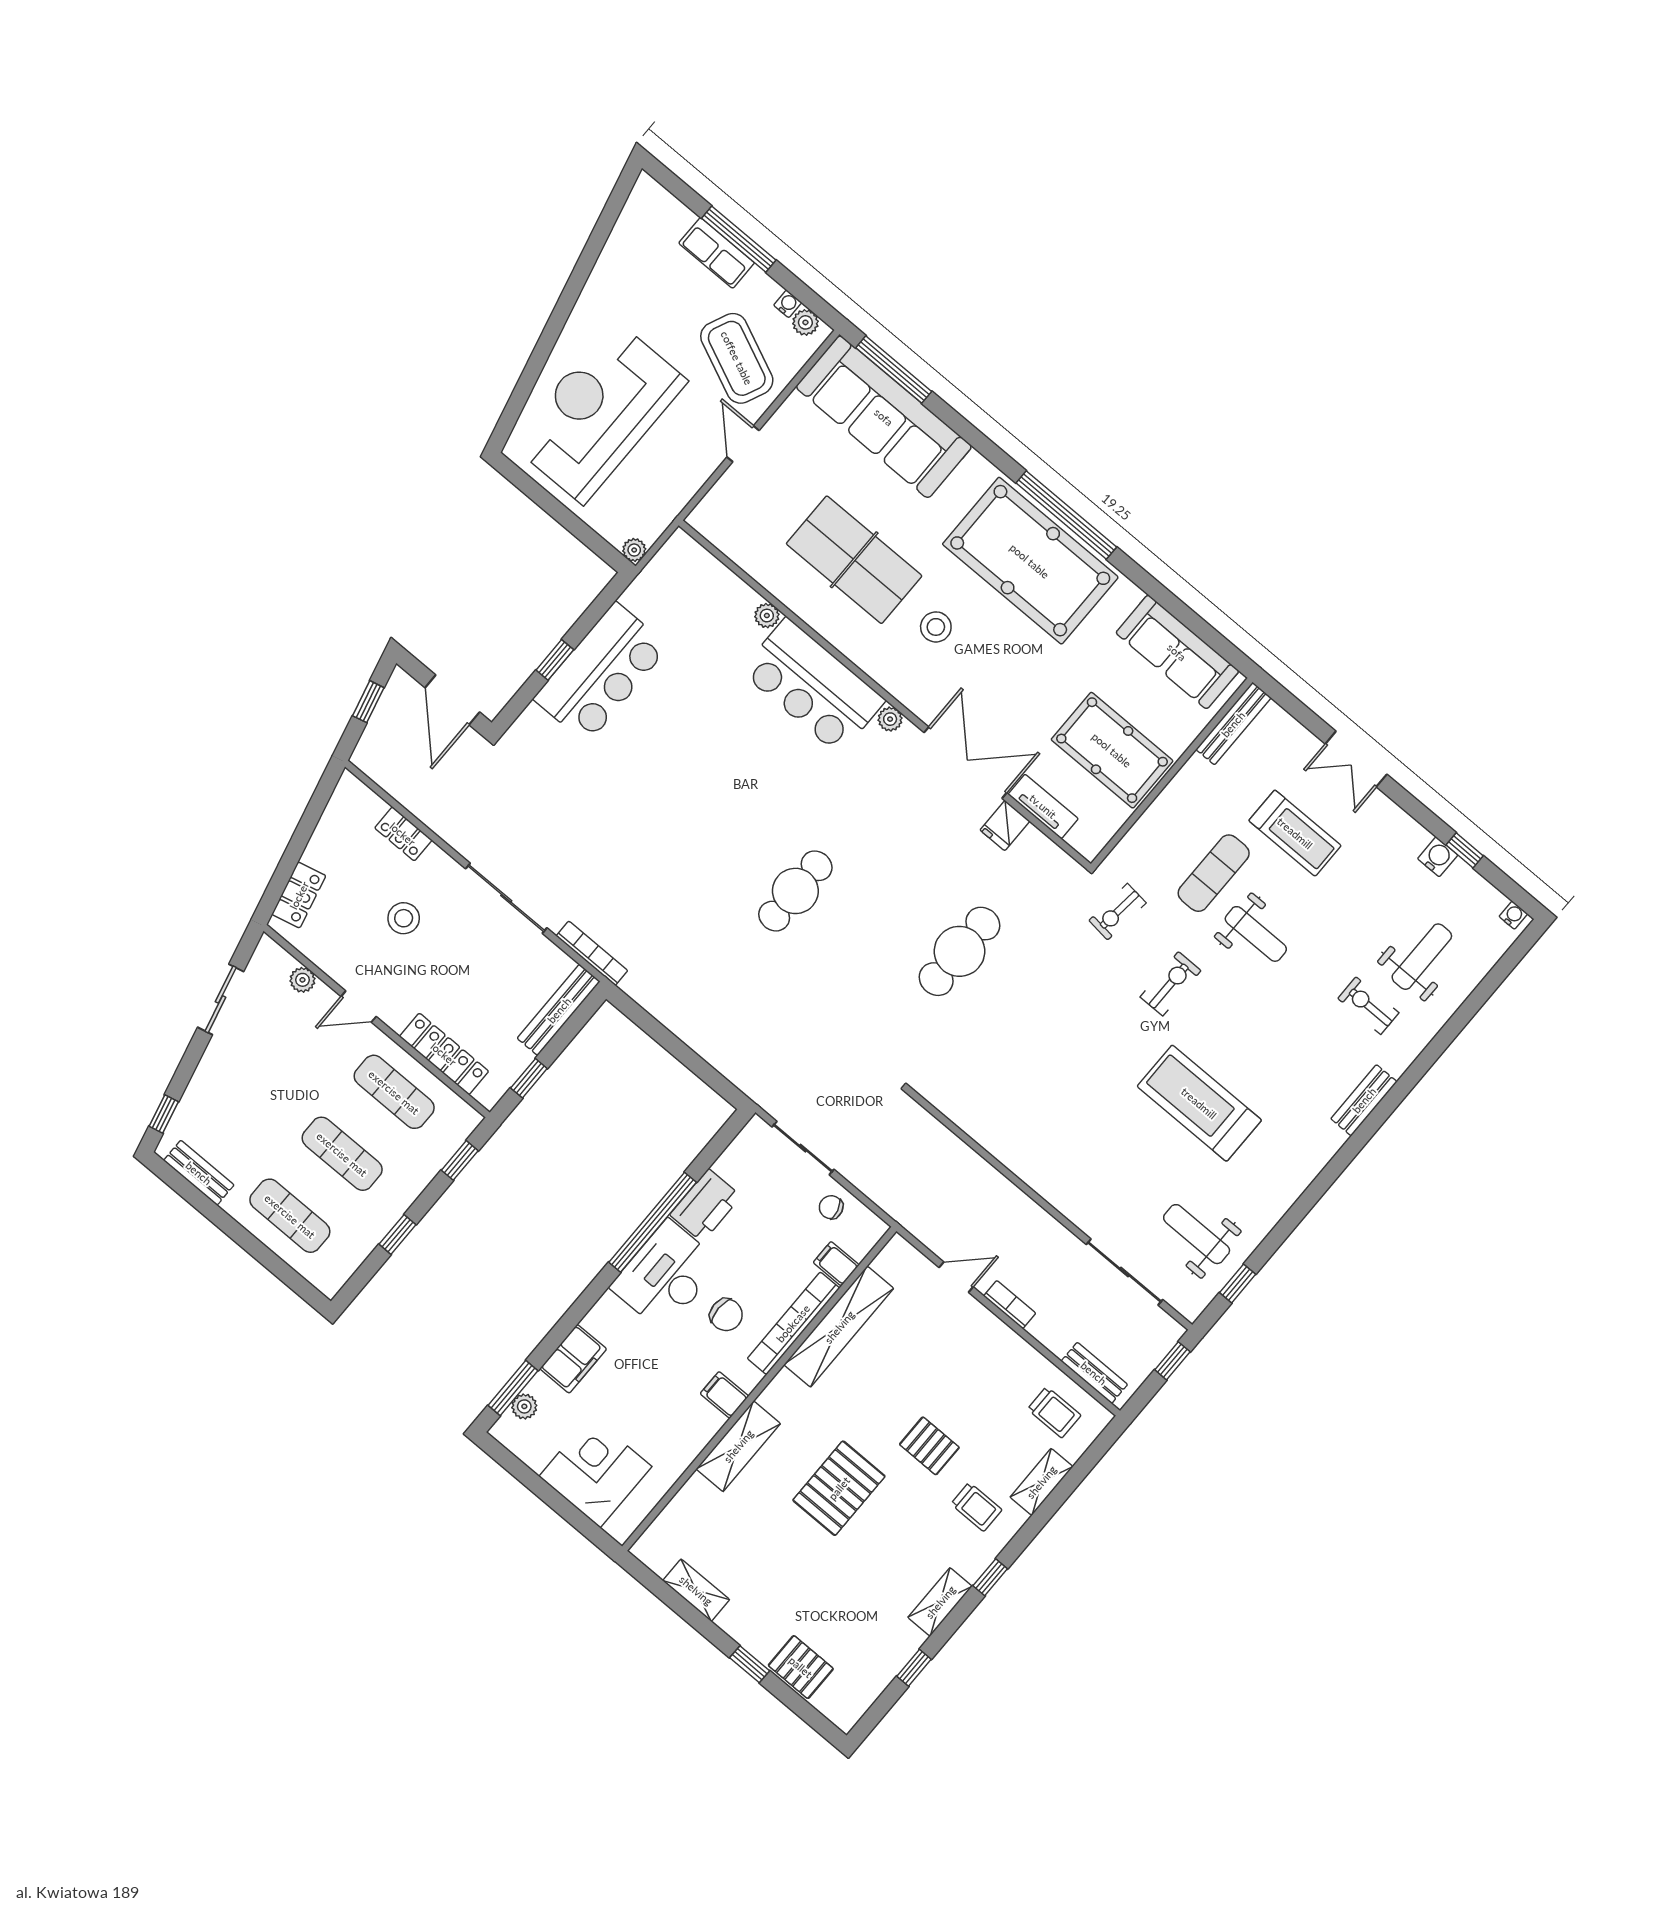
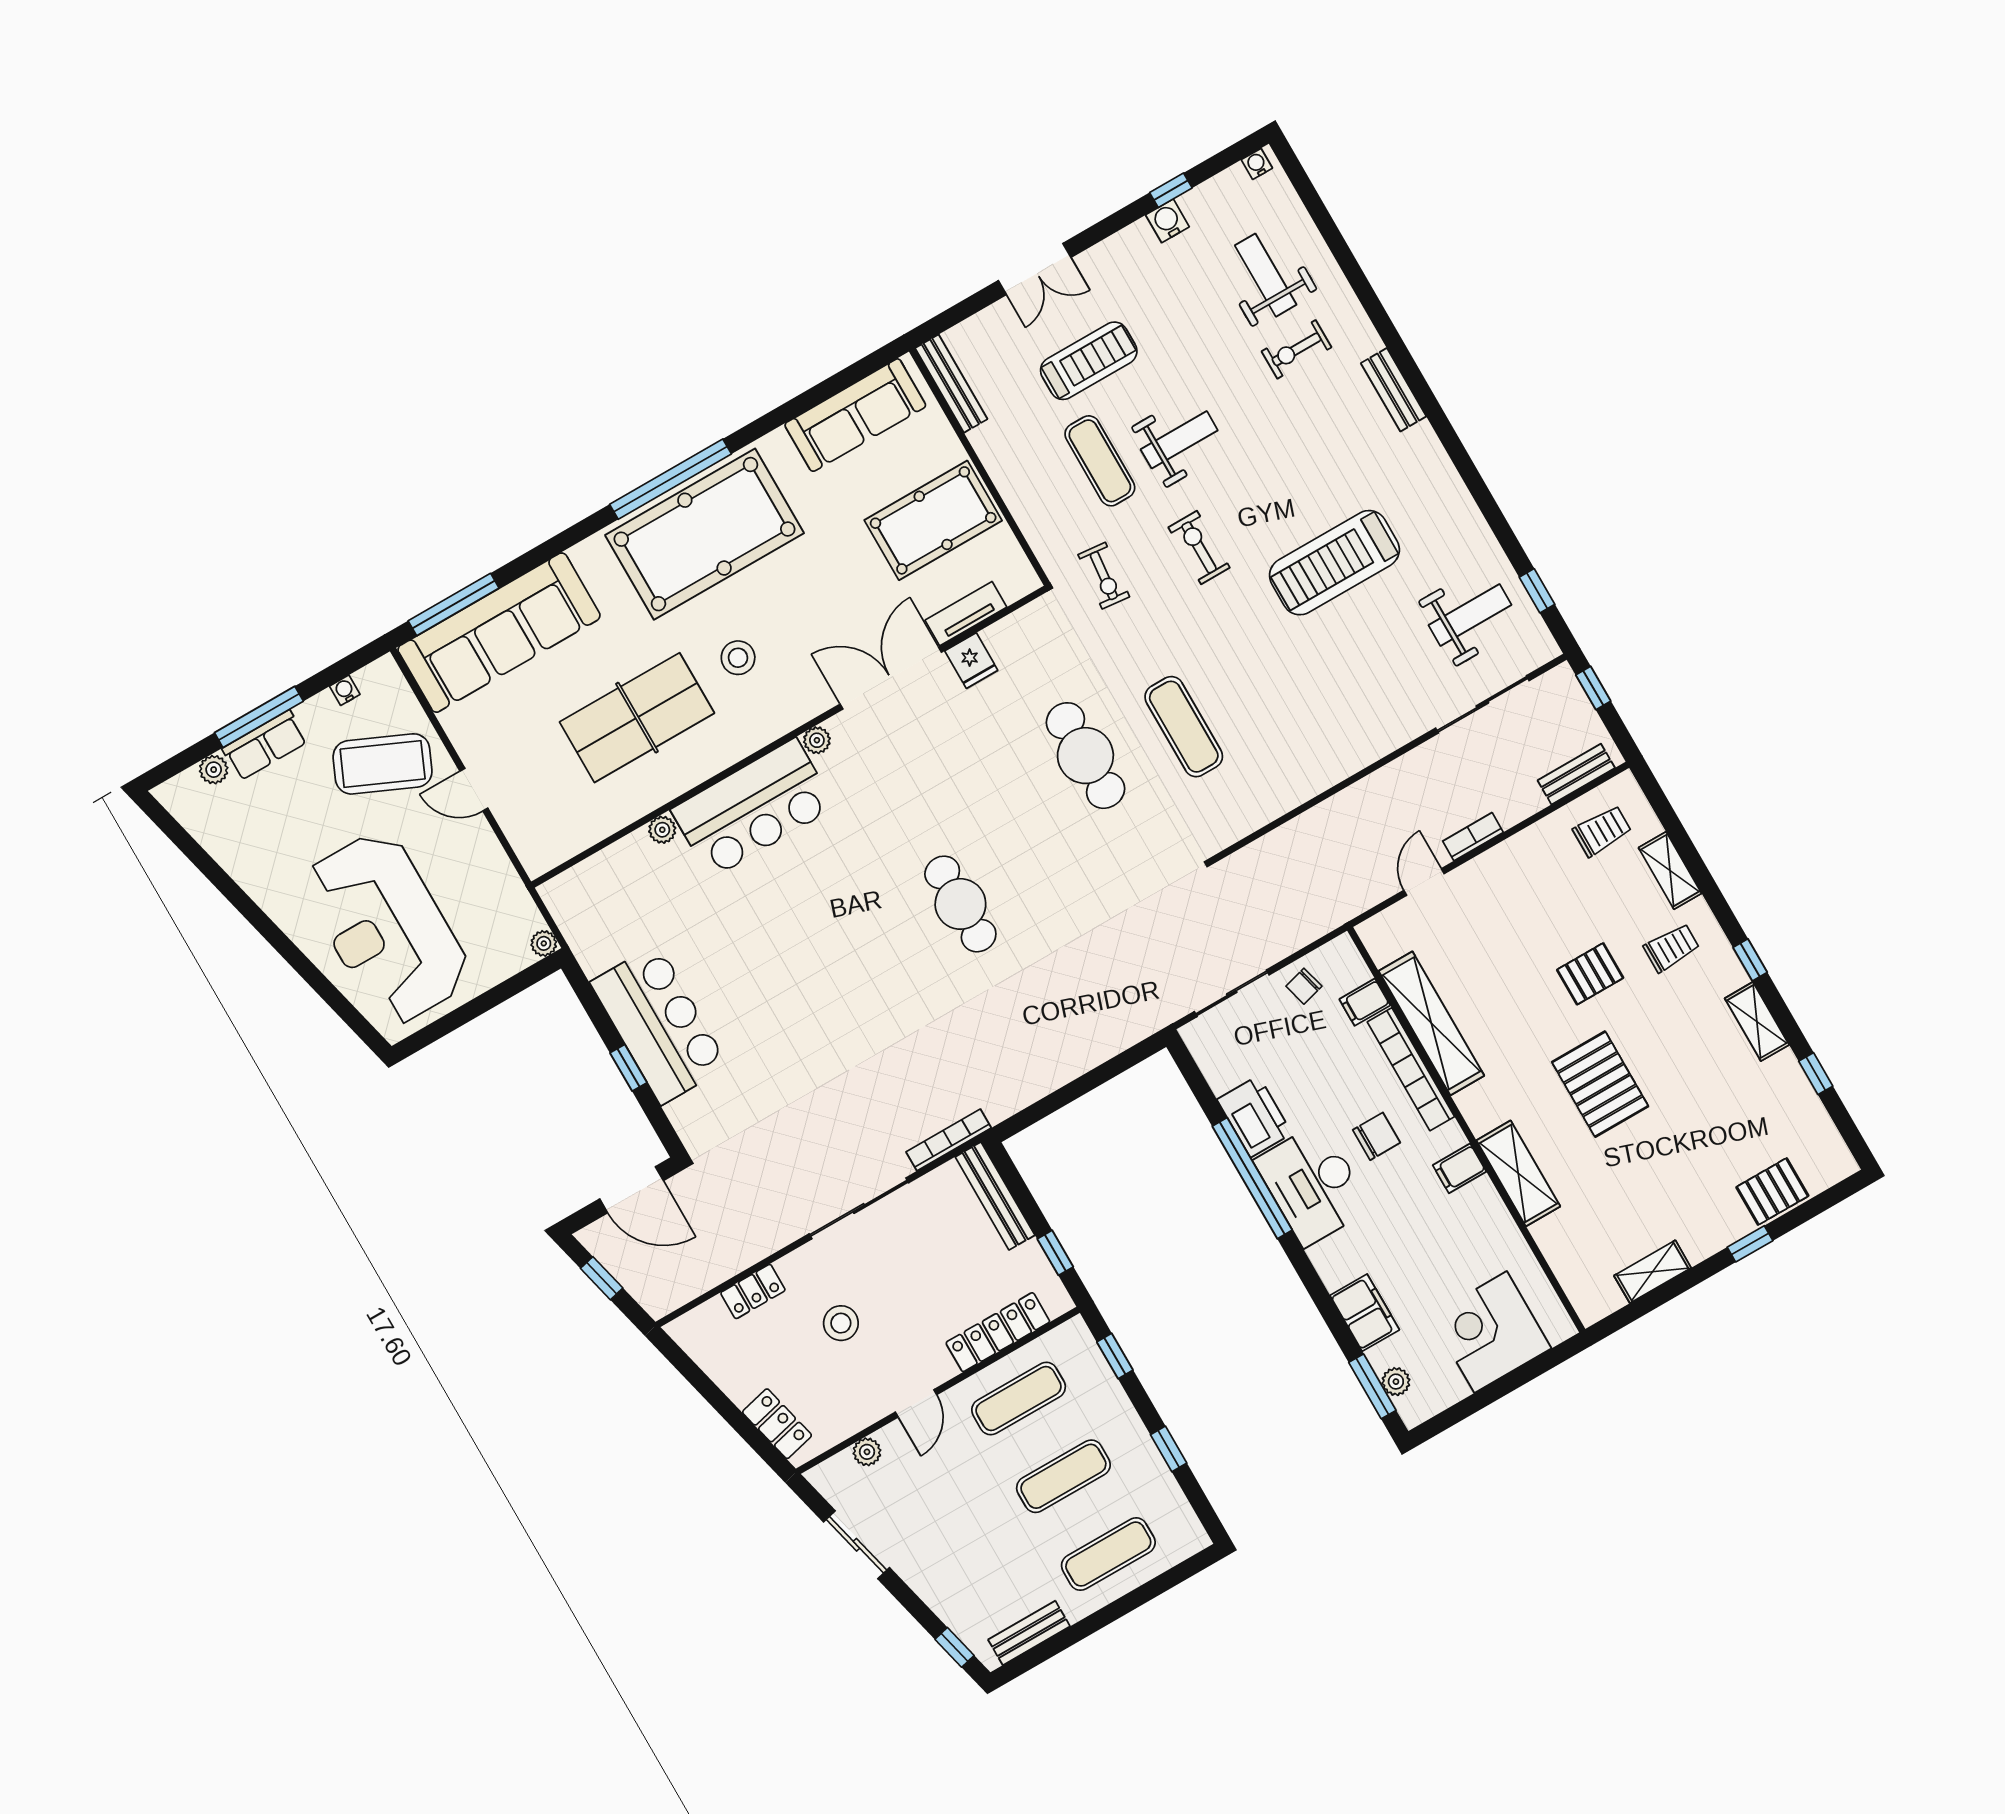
plant: (805, 322) -> (214, 770), moved
exercise mat: (1014, 1026) -> (1184, 727), added
weight bench: (1197, 1234) -> (1470, 615), turned 180

